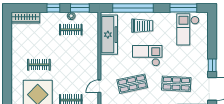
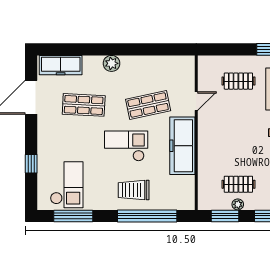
freezer: (109, 35) -> (182, 146), moved
checkout: (147, 56) -> (126, 146), turned 180
window: (212, 65) -> (31, 164), moved

